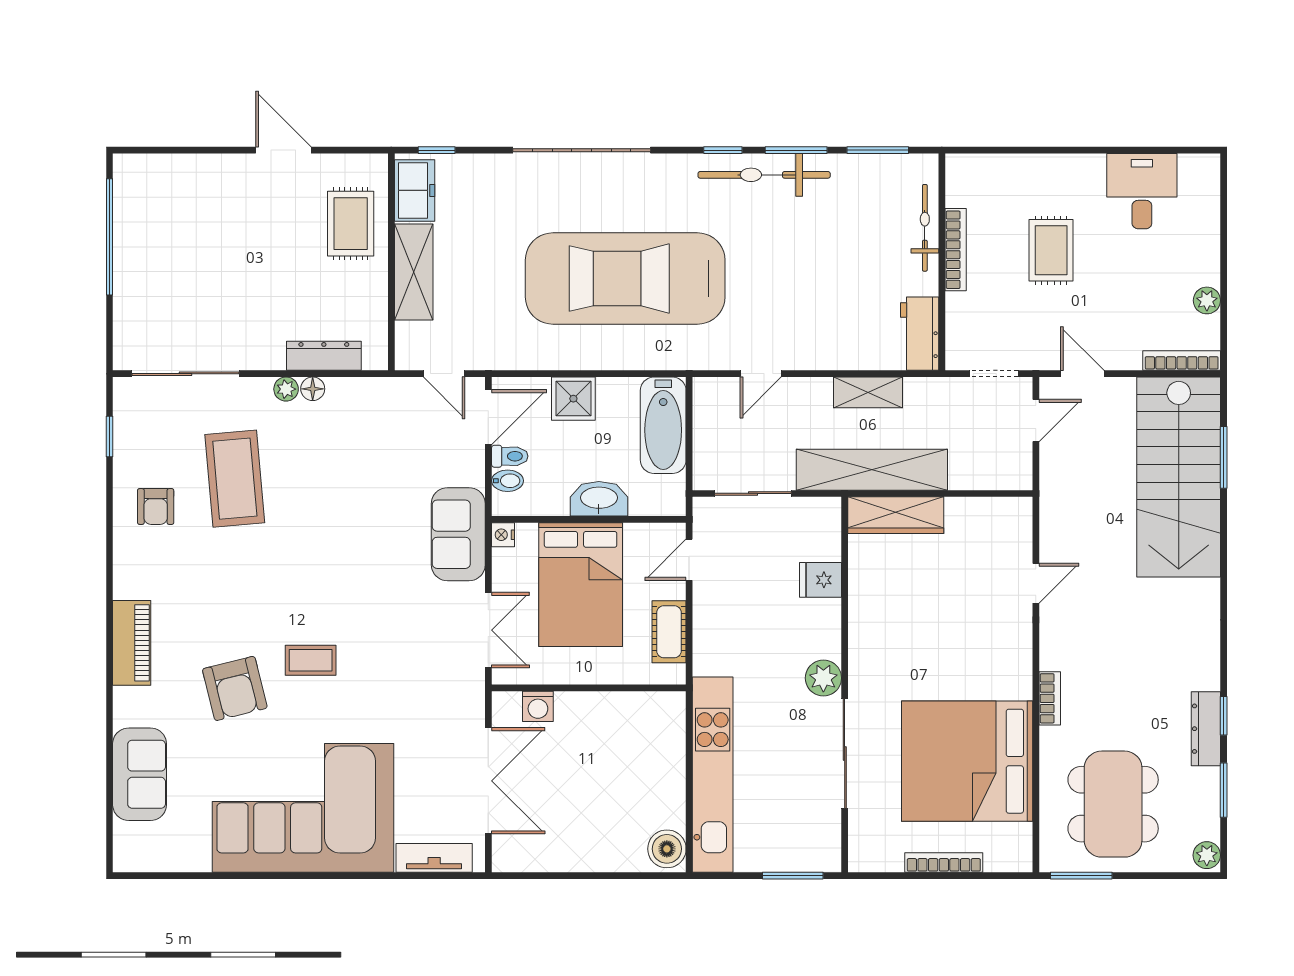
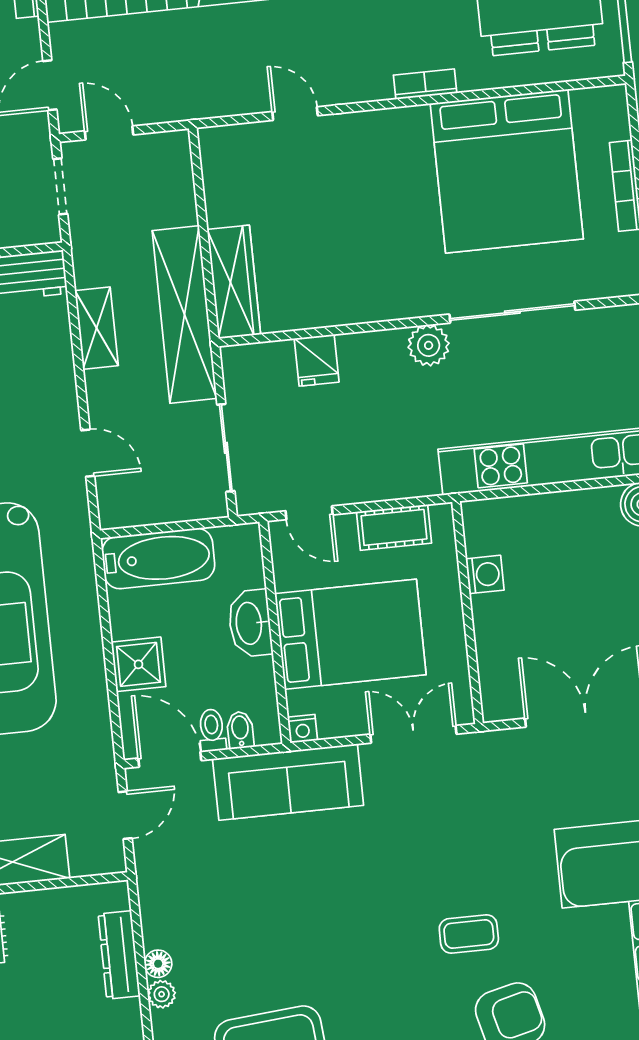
sofa: (458, 534) -> (288, 782), width x1.36
coffee table: (311, 660) -> (469, 934), turned 90
washing machine: (538, 706) -> (485, 574), moved

